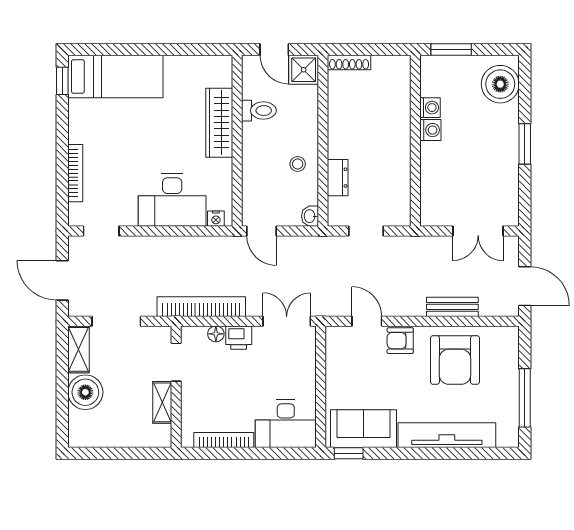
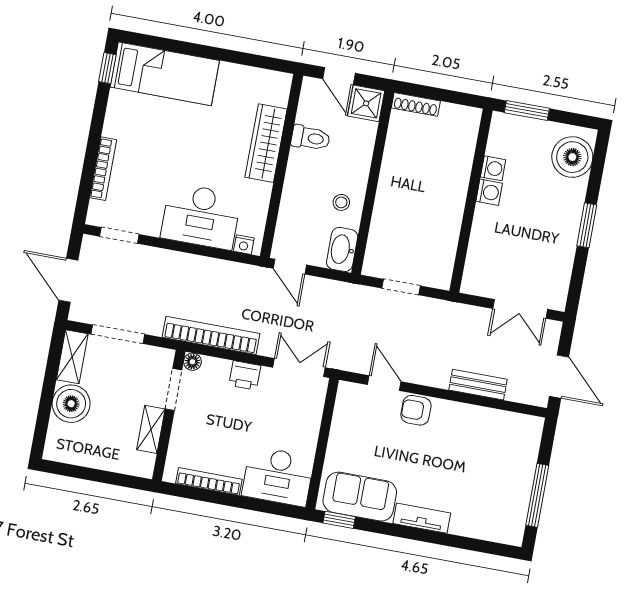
dresser: (338, 178) -> (381, 225), removed
washbasin: (310, 216) -> (342, 249), width x1.91, depth x1.45
floor lamp: (216, 334) -> (192, 362), moved
armchair: (455, 360) -> (470, 441), removed
tv unit: (447, 435) -> (422, 518), width x0.52, depth x0.78

